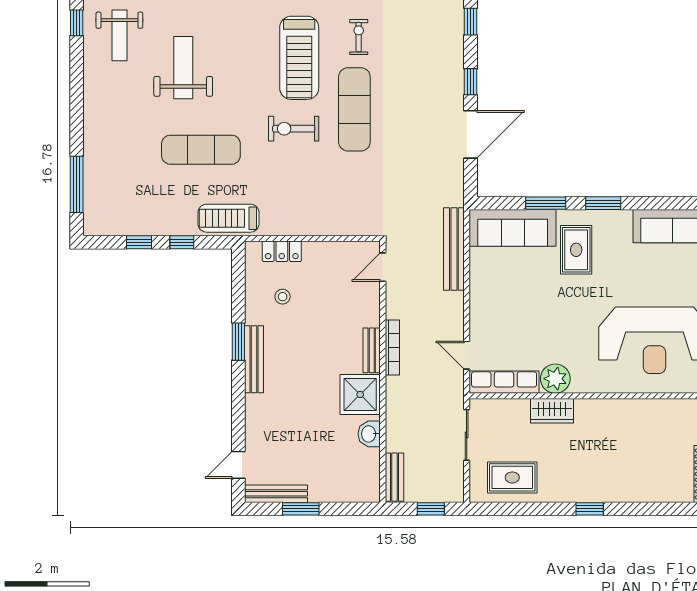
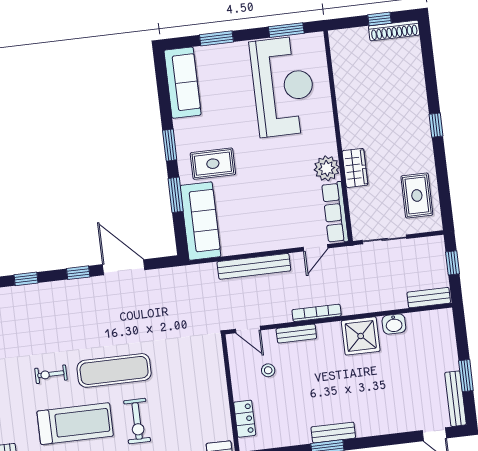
bench: (454, 249) -> (254, 266), moved
stool: (283, 297) -> (268, 370), moved
bench: (372, 350) -> (296, 334), moved
bench: (254, 359) -> (333, 433), width x0.73

